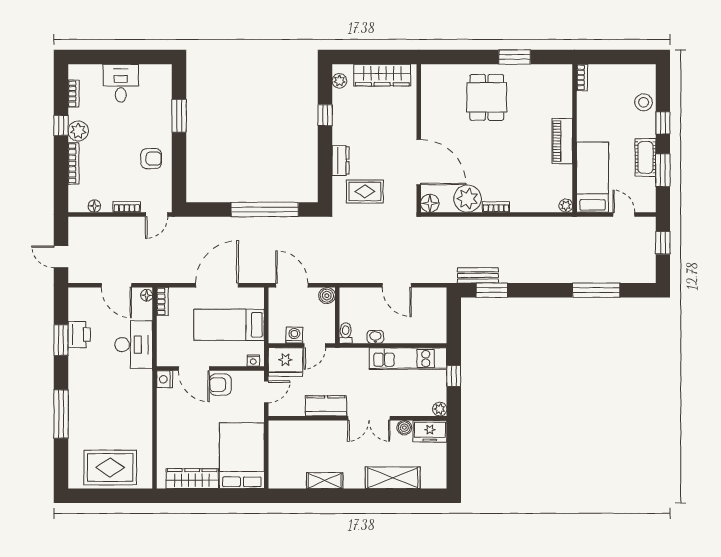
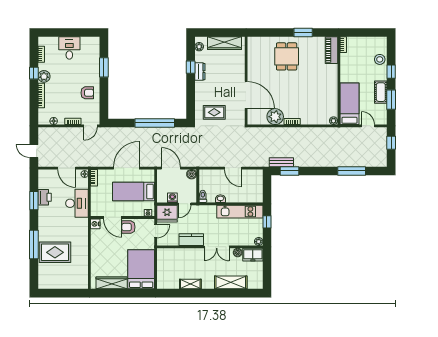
piano: (562, 141) -> (331, 50), moved
dresser: (341, 160) -> (200, 72), moved
floor lamp: (430, 203) -> (253, 119), removed
rug: (110, 468) -> (55, 252), moved

